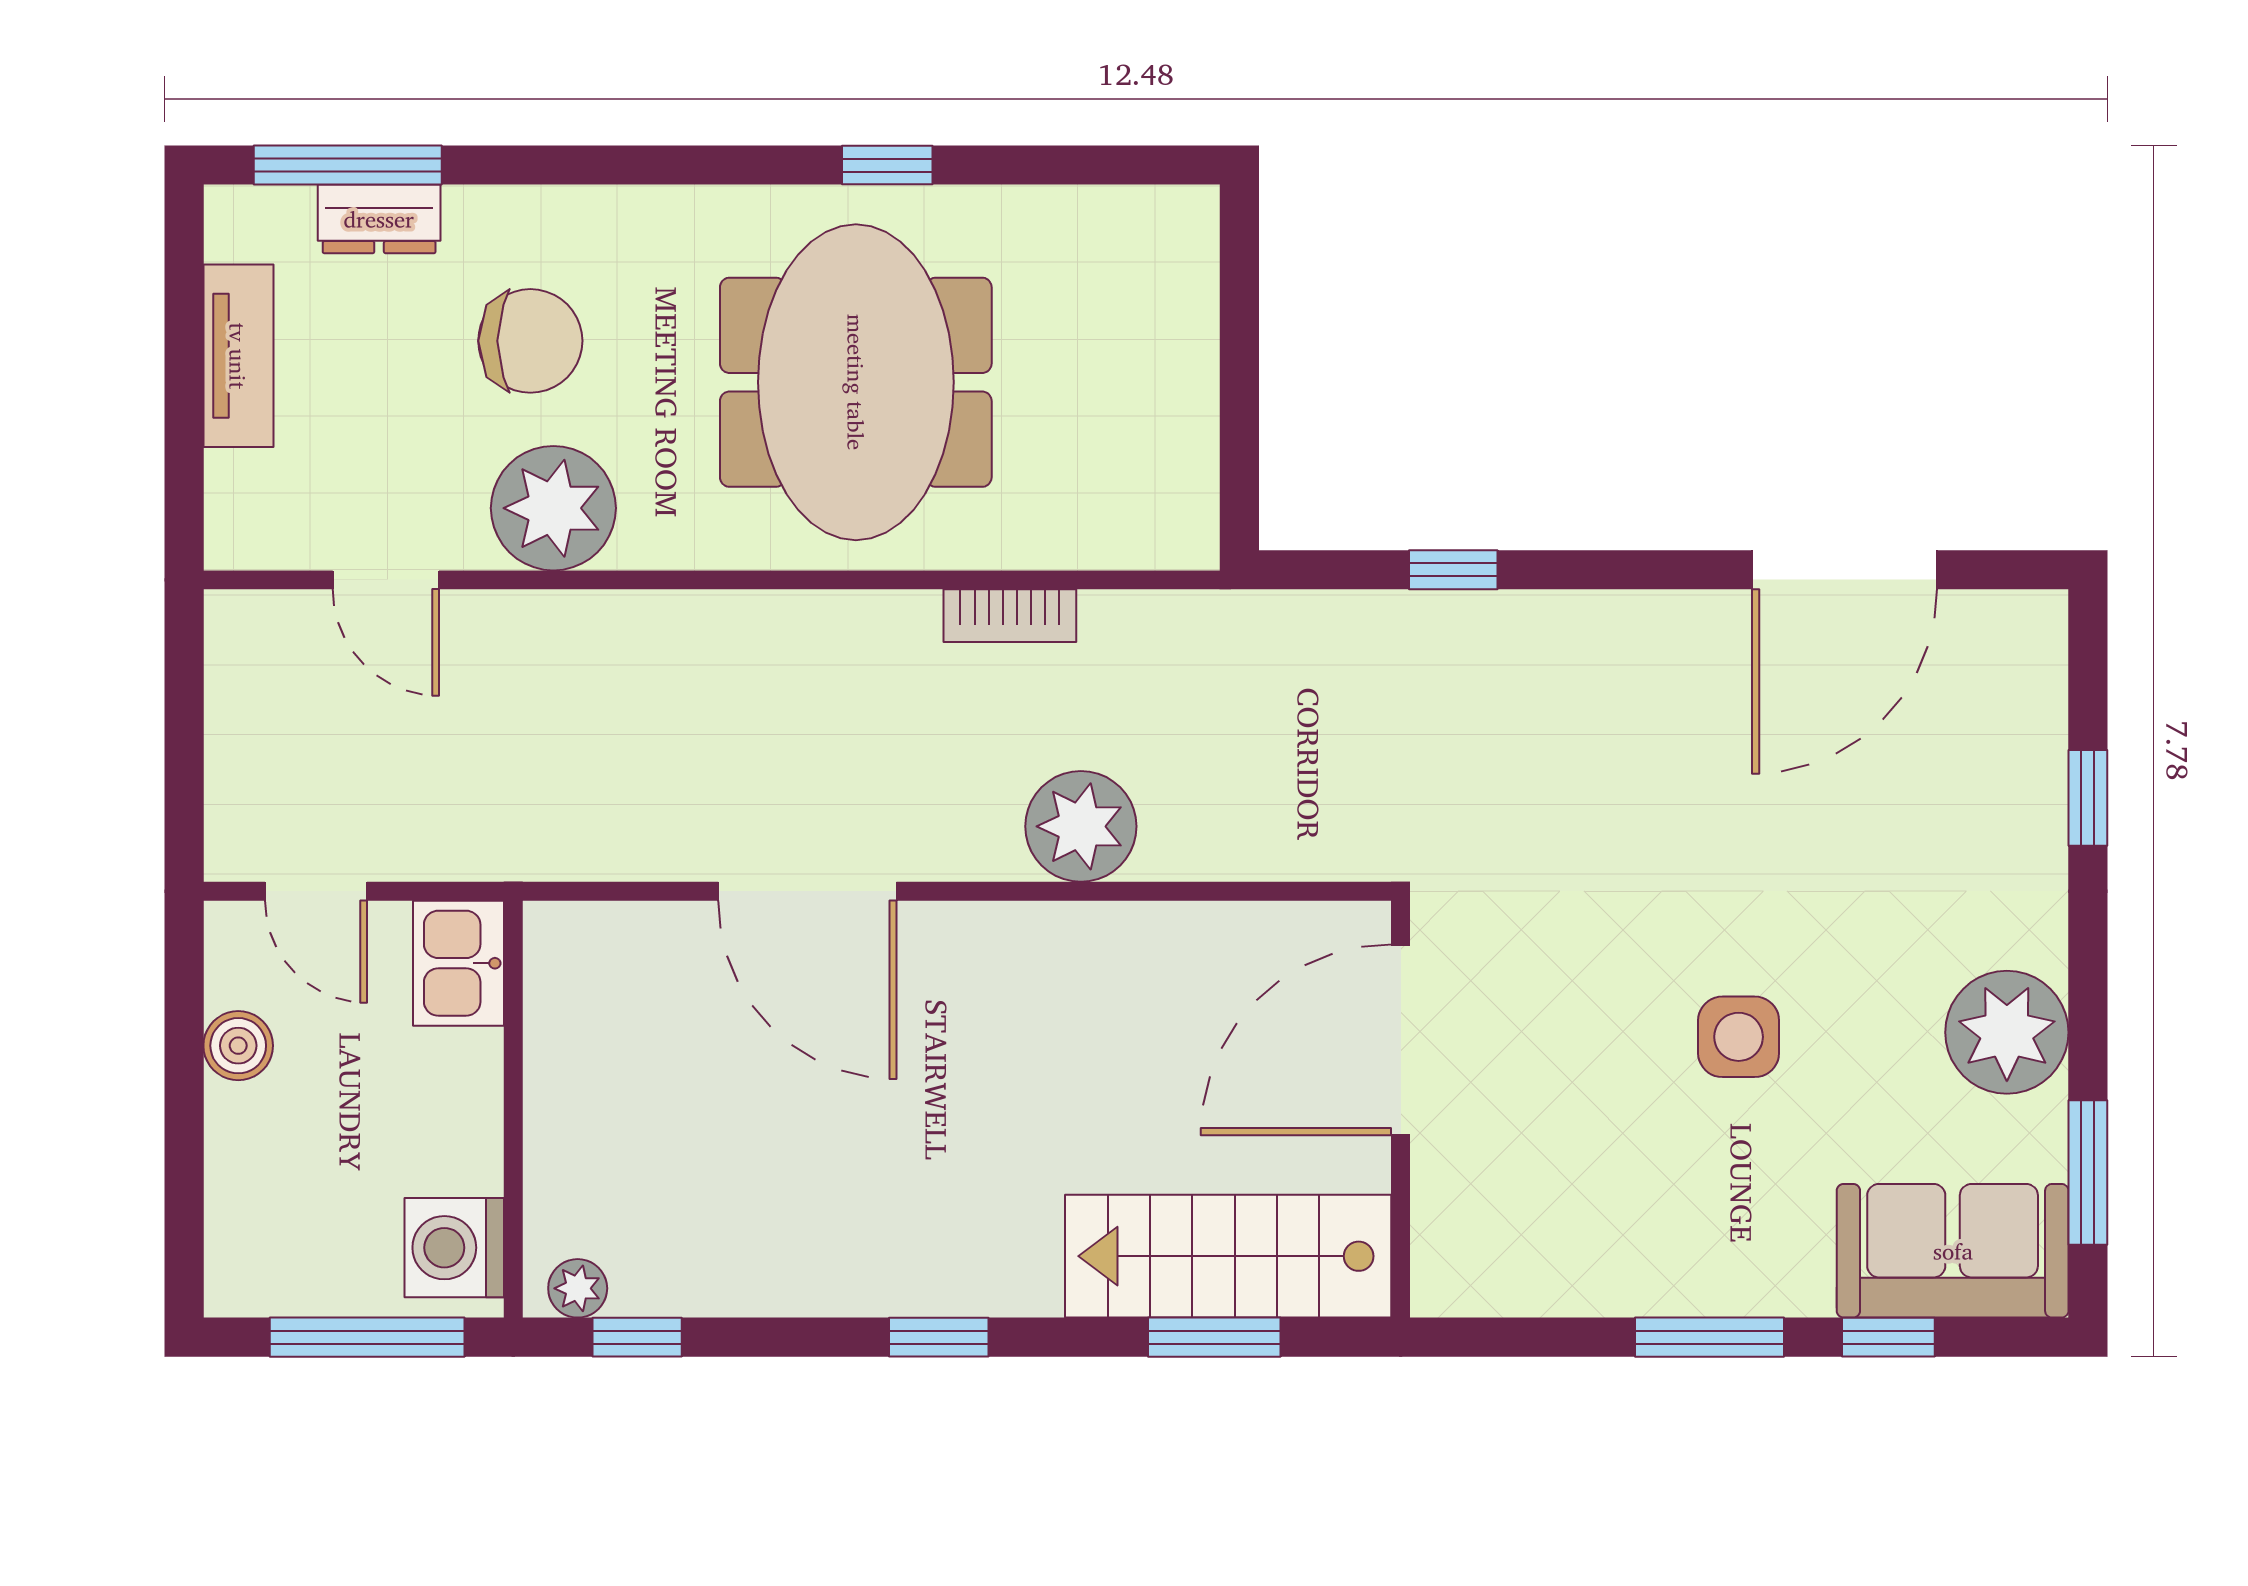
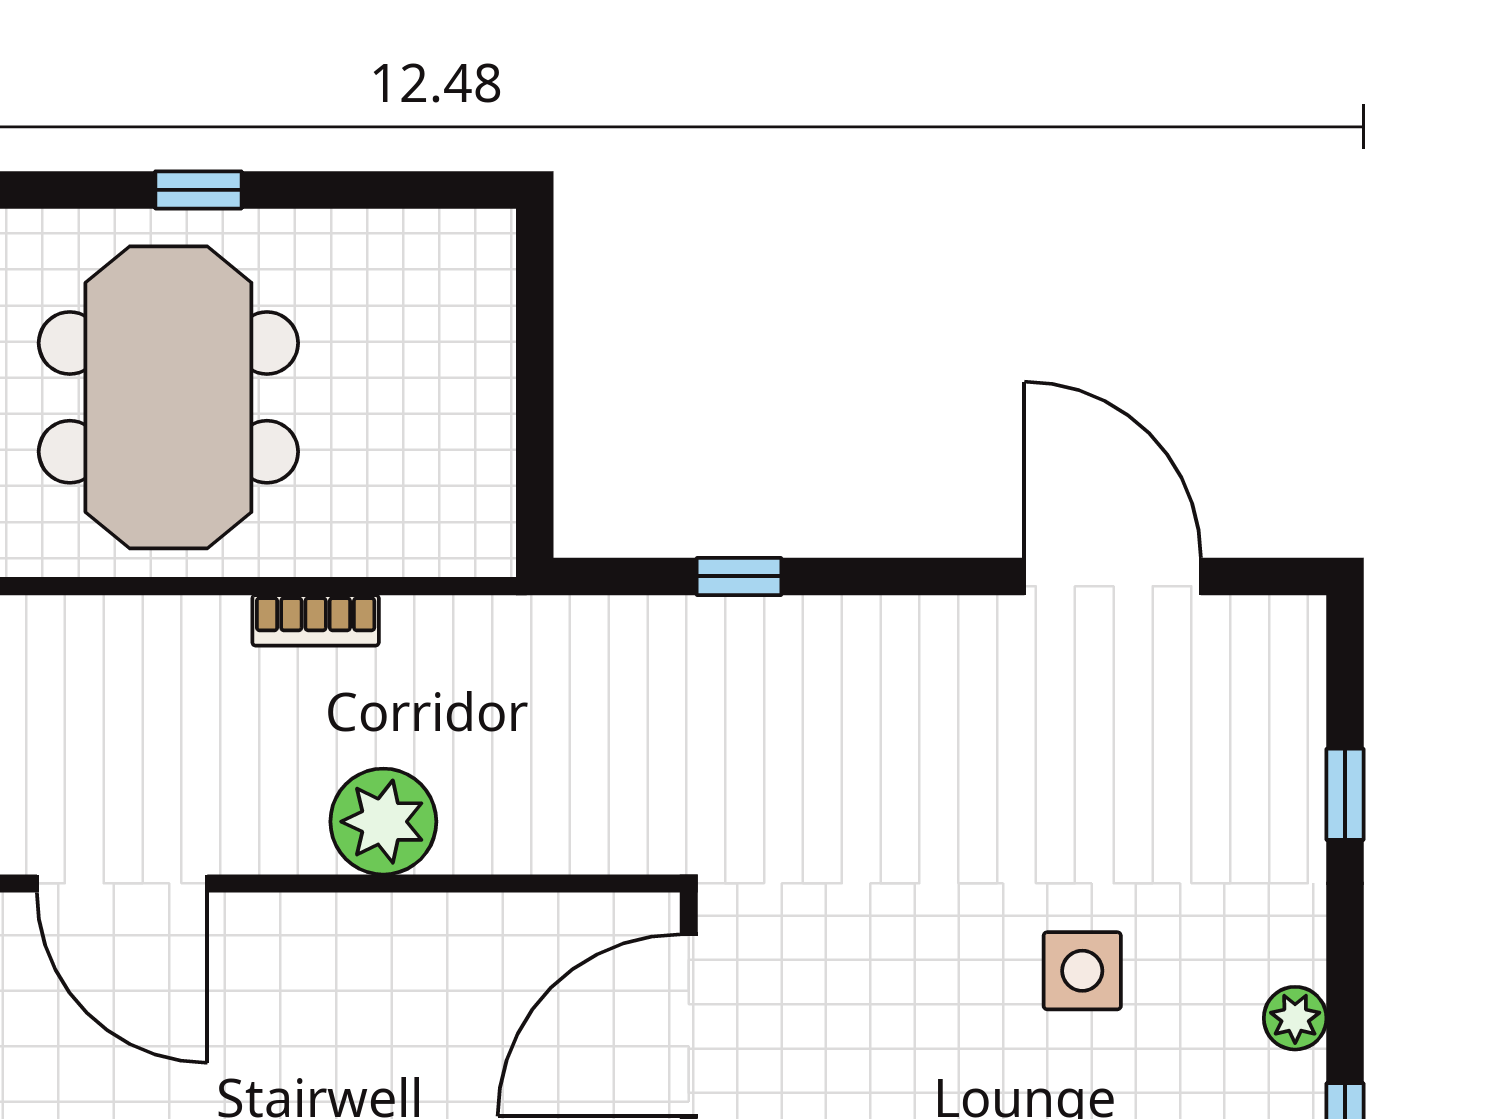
door: (1844, 570) -> (1113, 576), swing flipped
plant: (2007, 1032) -> (1295, 1018), width x0.53, depth x0.53
side table: (1739, 1037) -> (1082, 971), moved

